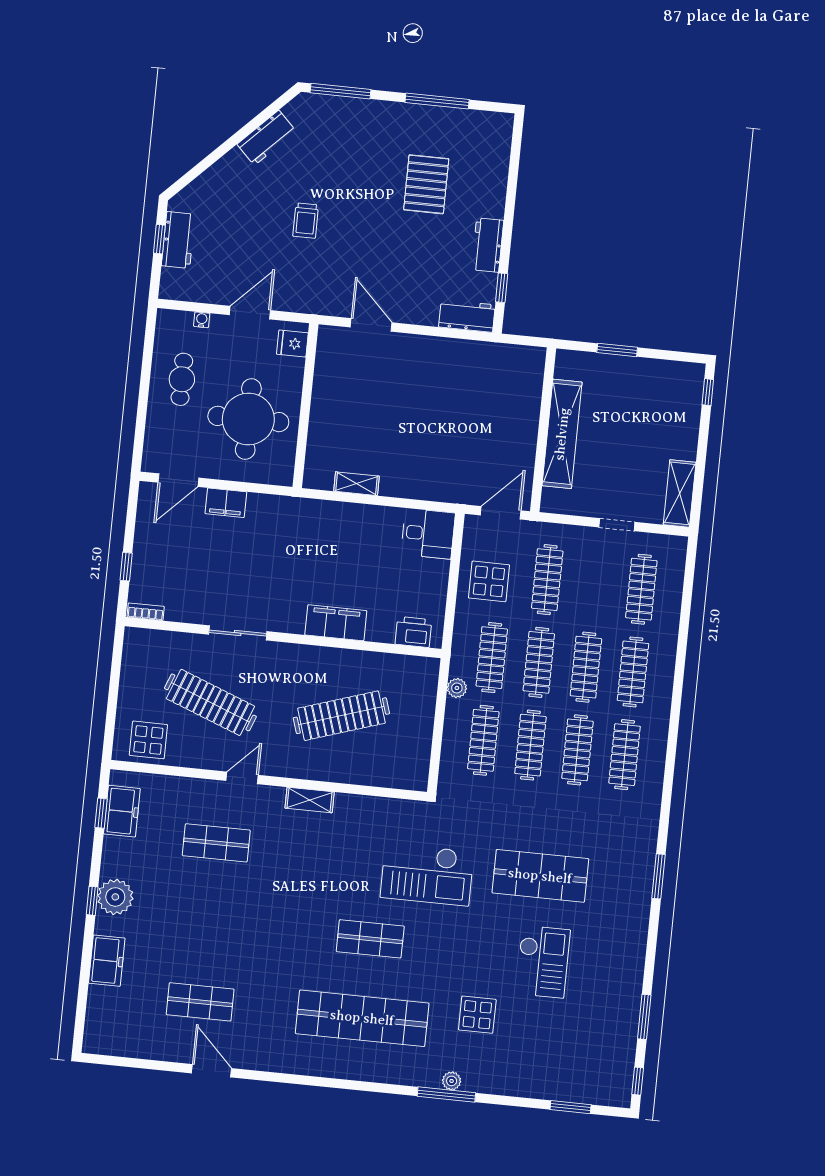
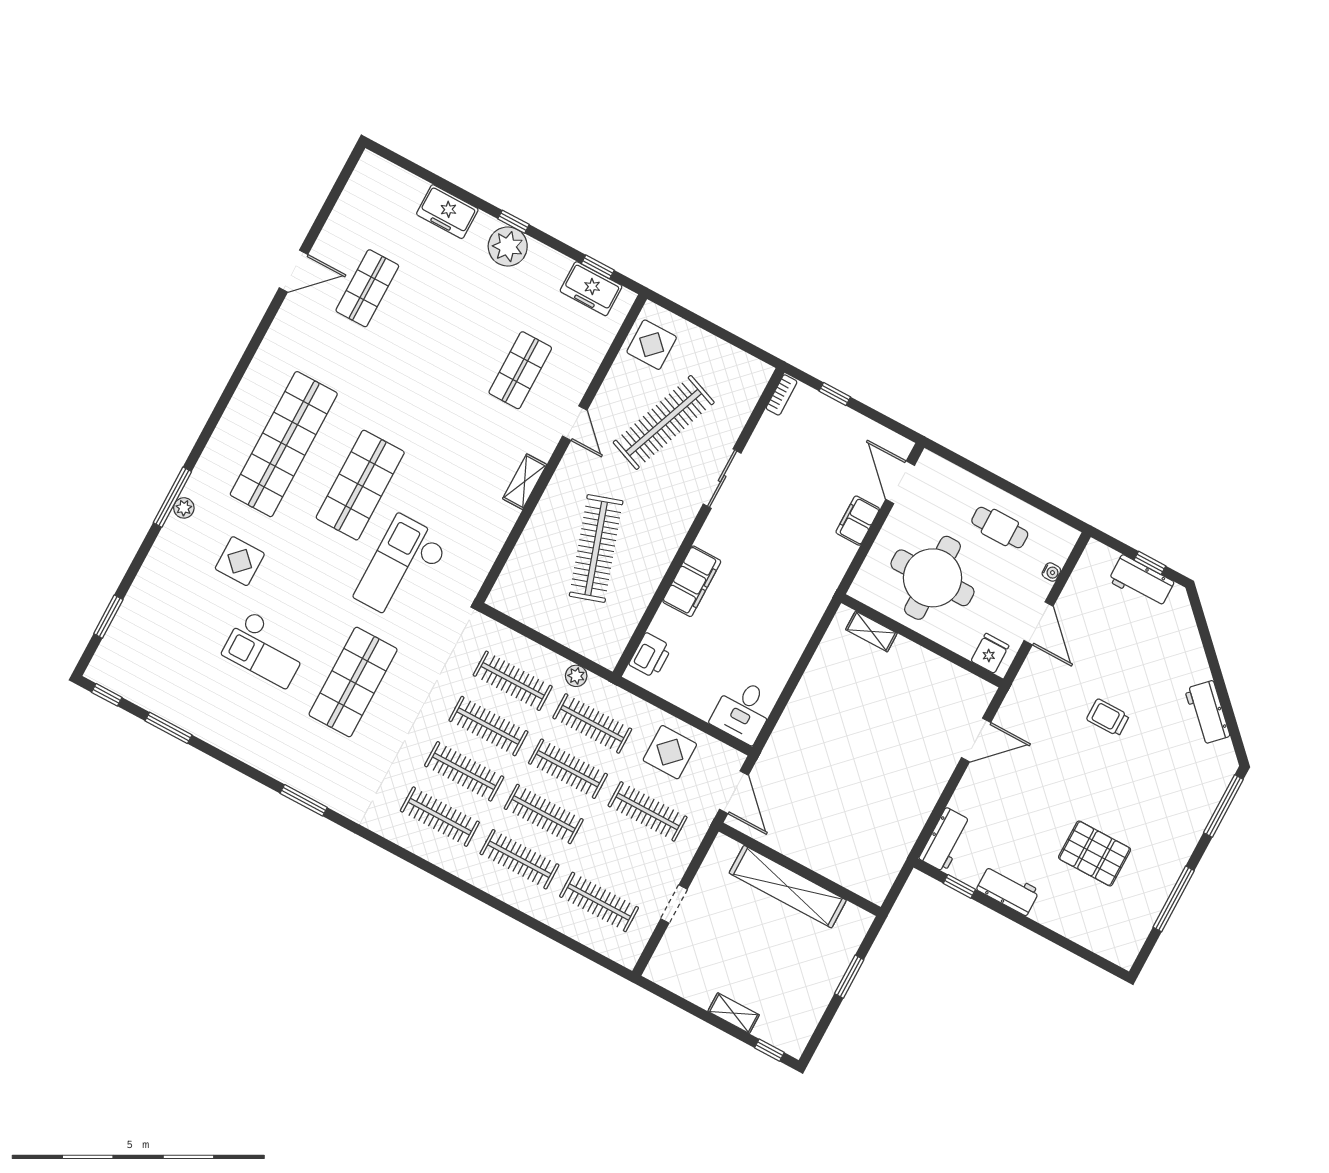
shelving: (356, 484) -> (871, 631), moved, turned 90
shelving: (680, 493) -> (734, 1013), moved, width x0.67, depth x0.75
shop shelf: (370, 939) -> (360, 485), width x1.43, depth x1.36

